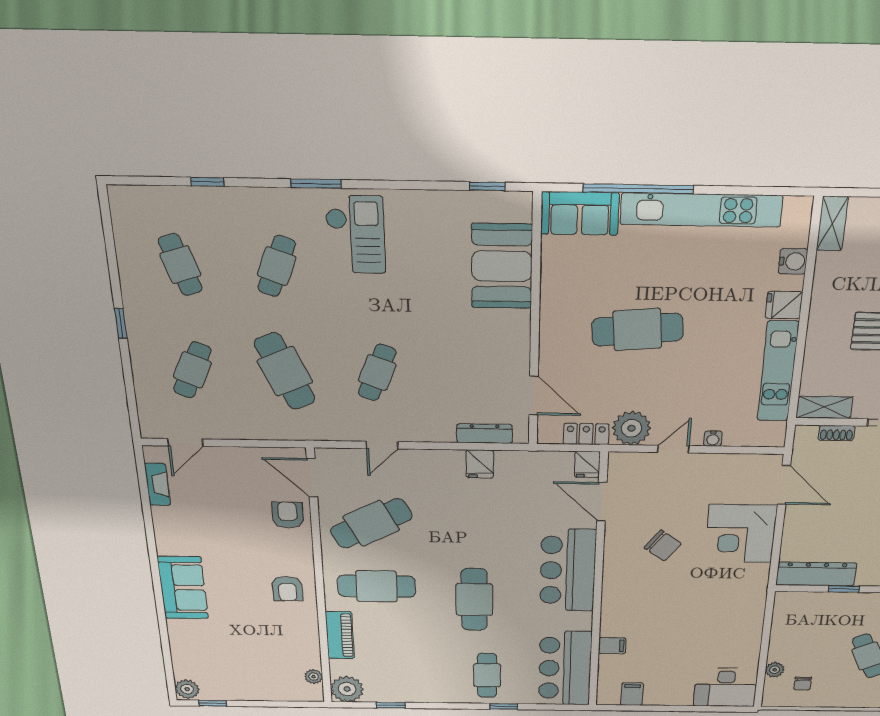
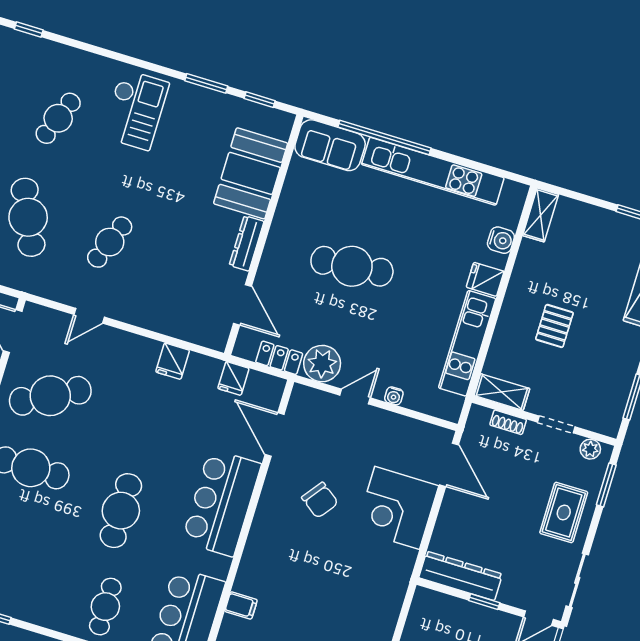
window: (316, 184) -> (206, 83), moved
dresser: (485, 434) -> (247, 243), moved, turned -90
fridge: (587, 464) -> (233, 378), moved

